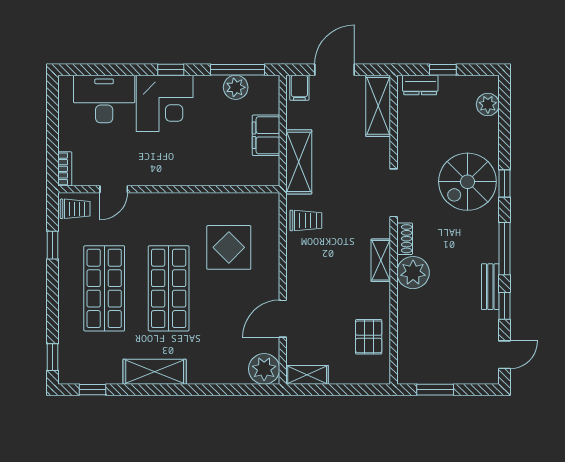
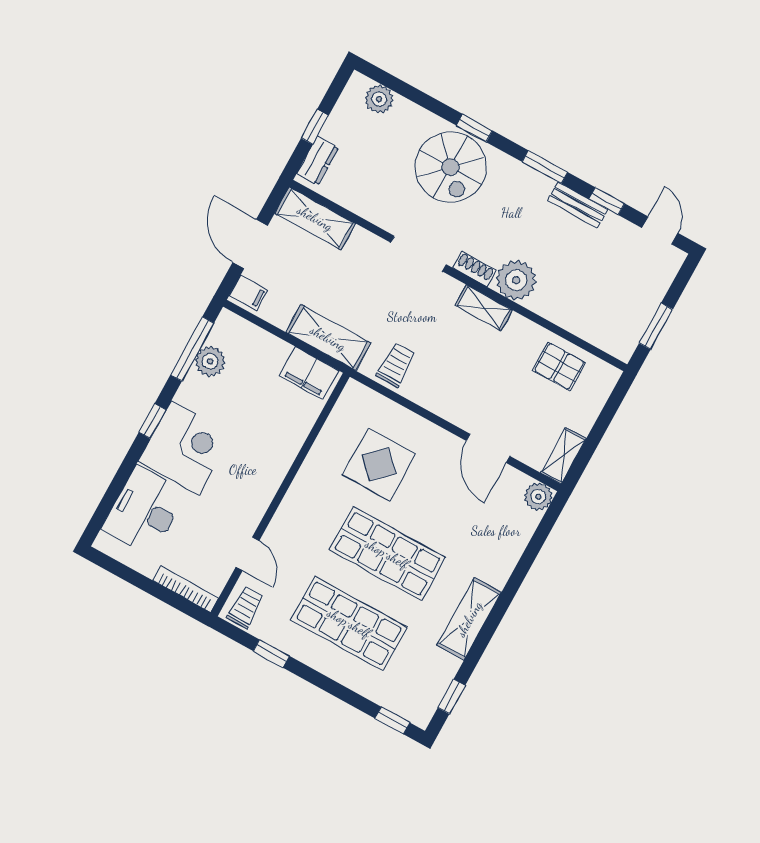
filing cabinet: (266, 135) -> (309, 373), moved
bookcase: (65, 169) -> (186, 589), width x1.56
window: (504, 249) -> (545, 167), width x0.69
plant: (264, 369) -> (538, 497), width x0.73, depth x0.73

